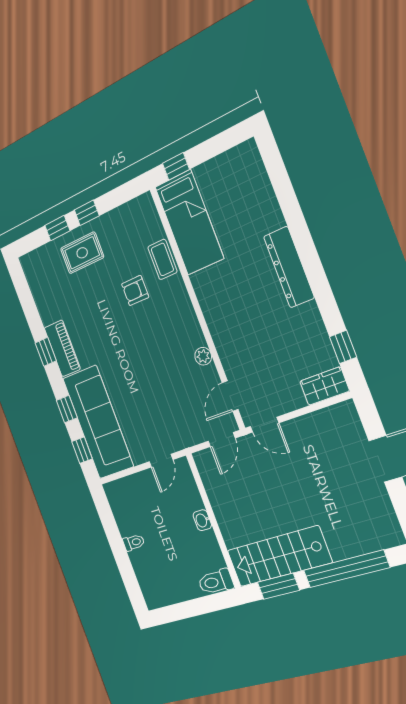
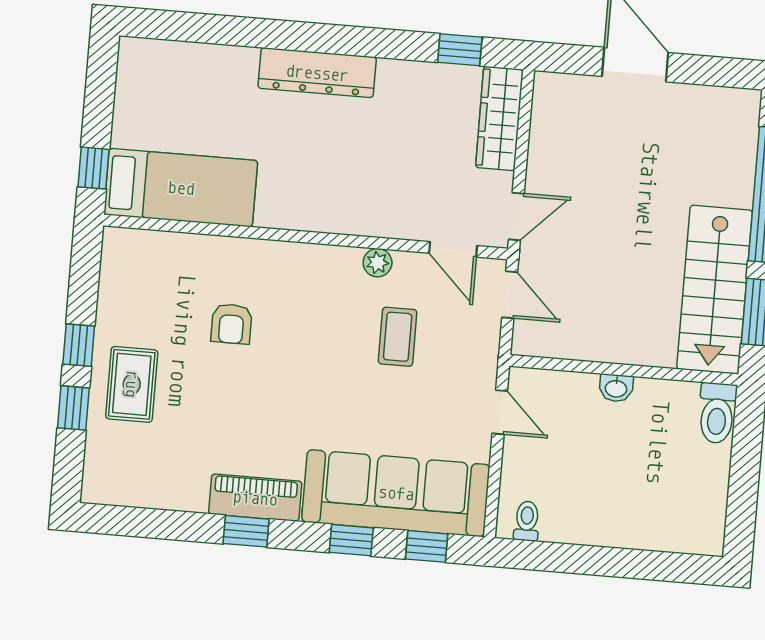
coffee table: (162, 259) -> (398, 337), moved, turned 90
wardrobe: (324, 386) -> (499, 118), width x1.50
toilet: (134, 542) -> (527, 521), moved

